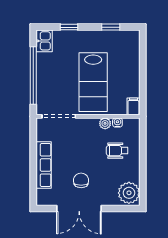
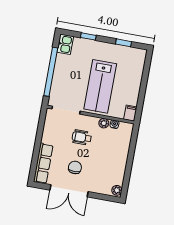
wheelchair: (117, 151) -> (82, 137), moved
row of seats: (44, 165) -> (43, 163), moved
plant: (129, 193) -> (117, 190), width x0.53, depth x0.53

